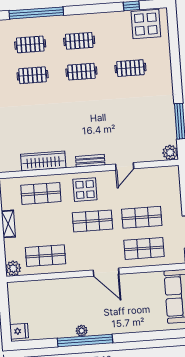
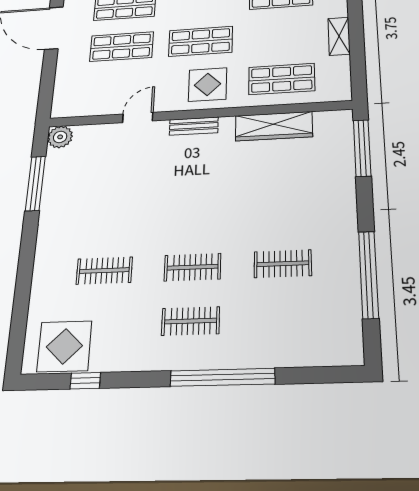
window: (36, 13) -> (222, 377), moved
clothes rail: (30, 44) -> (283, 318), removed

